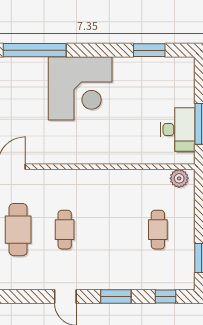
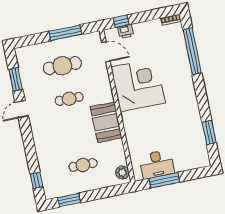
corner desk: (80, 88) -> (138, 85), moved, turned 180
booth: (107, 186) -> (106, 122), added
window: (116, 297) -> (16, 79), moved

